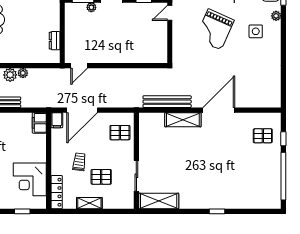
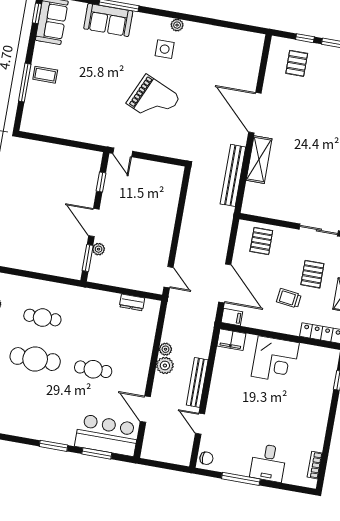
plant: (276, 16) -> (177, 25), moved
corner desk: (30, 179) -> (275, 360), moved

